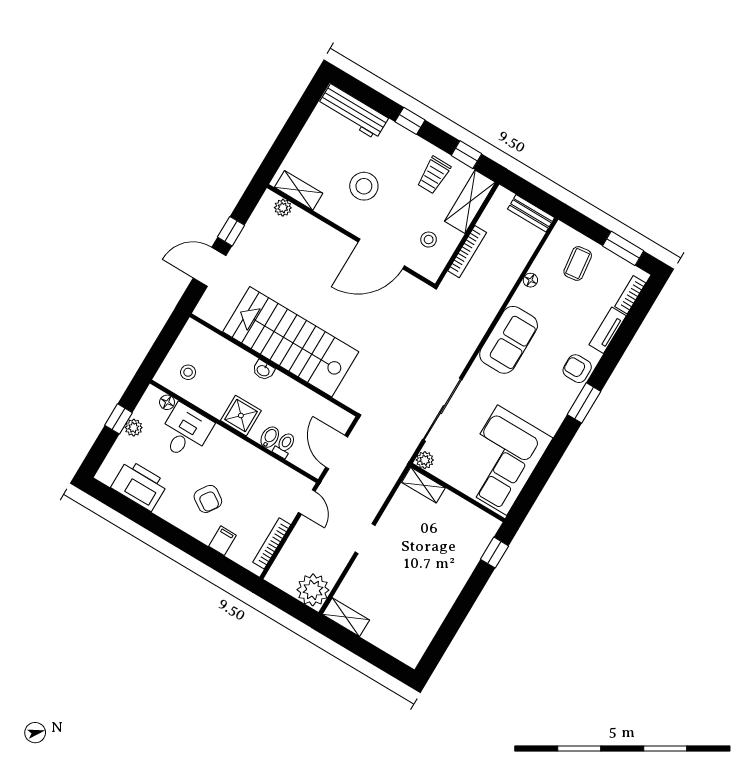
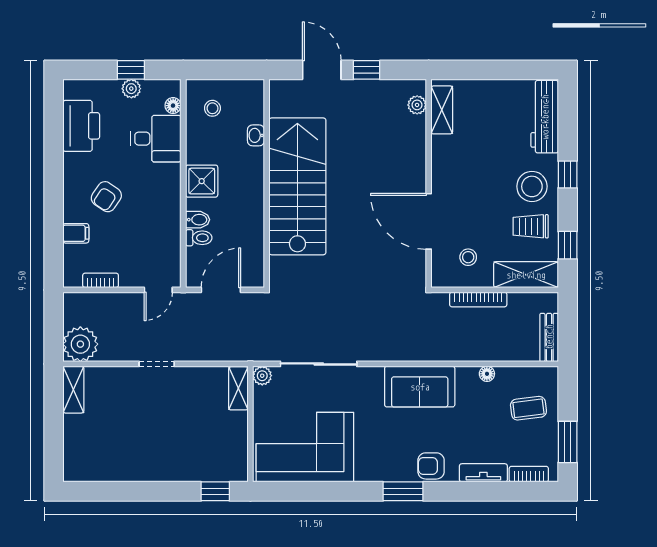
stool: (364, 186) -> (532, 186), moved
armchair: (577, 369) -> (431, 466), turned -90
washbasin: (263, 370) -> (256, 135), moved
bookcase: (272, 543) -> (101, 280), width x0.64

